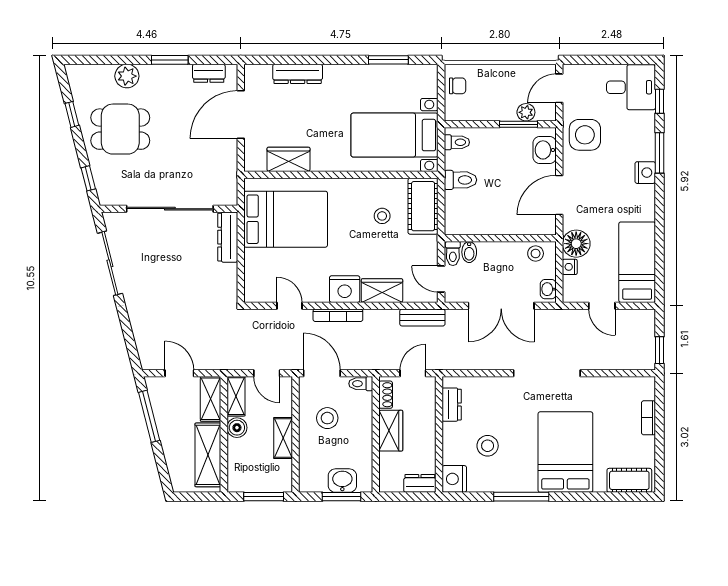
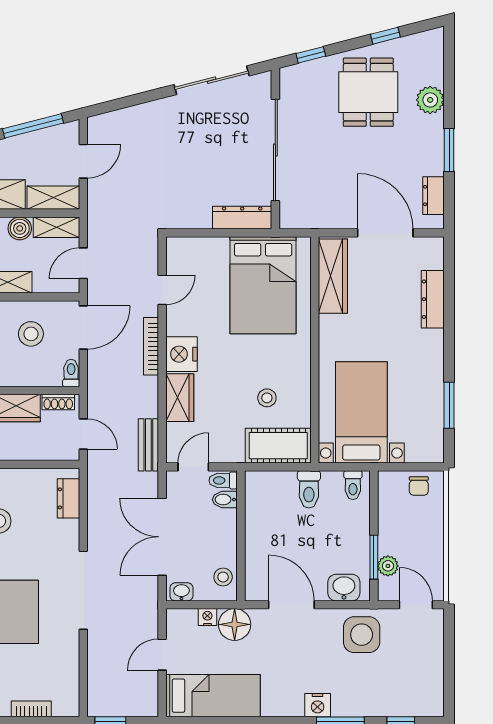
desk: (631, 87) -> (417, 688), removed
wardrobe: (288, 159) -> (333, 276), width x1.50
dresser: (452, 405) -> (69, 498), moved, turned 90

